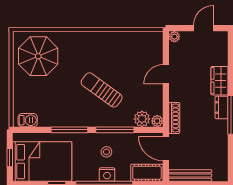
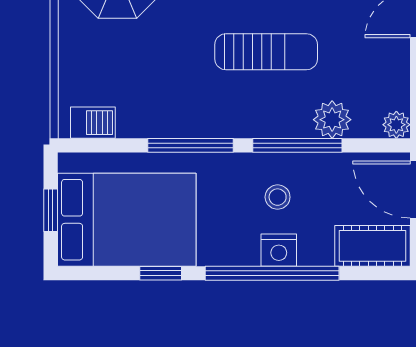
sun lounger: (102, 90) -> (266, 52), turned 144
plant: (142, 119) -> (332, 120), moved

